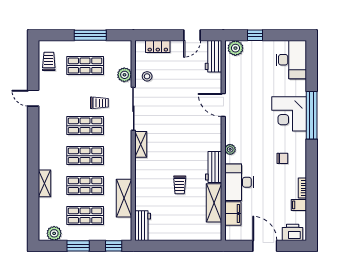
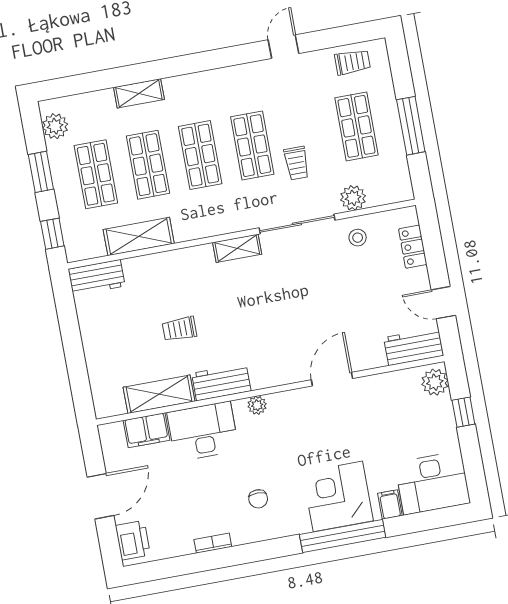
filing cabinet: (299, 205) -> (390, 504), moved

